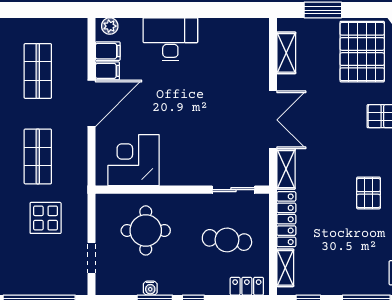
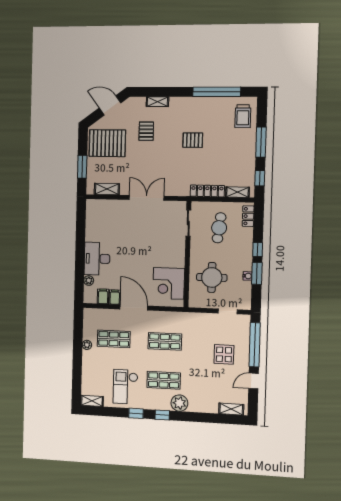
plant: (26, 26) -> (87, 345), added
plant: (110, 26) -> (89, 281), moved
shelving: (286, 169) -> (177, 191), removed
display table: (46, 218) -> (224, 354), moved

